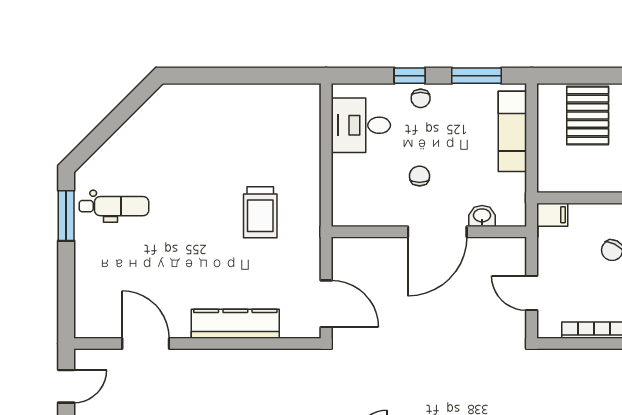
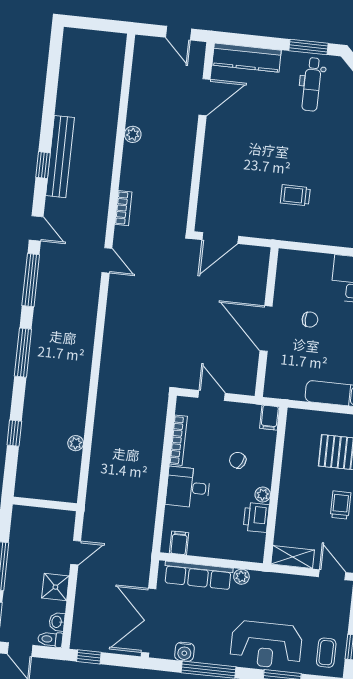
trolley: (260, 212) -> (295, 195), width x0.73, depth x0.72
washbasin: (482, 216) -> (274, 364), removed
door: (532, 293) -> (212, 395), hinge flipped
kitchen counter: (235, 324) -> (247, 58), moved, turned 90

